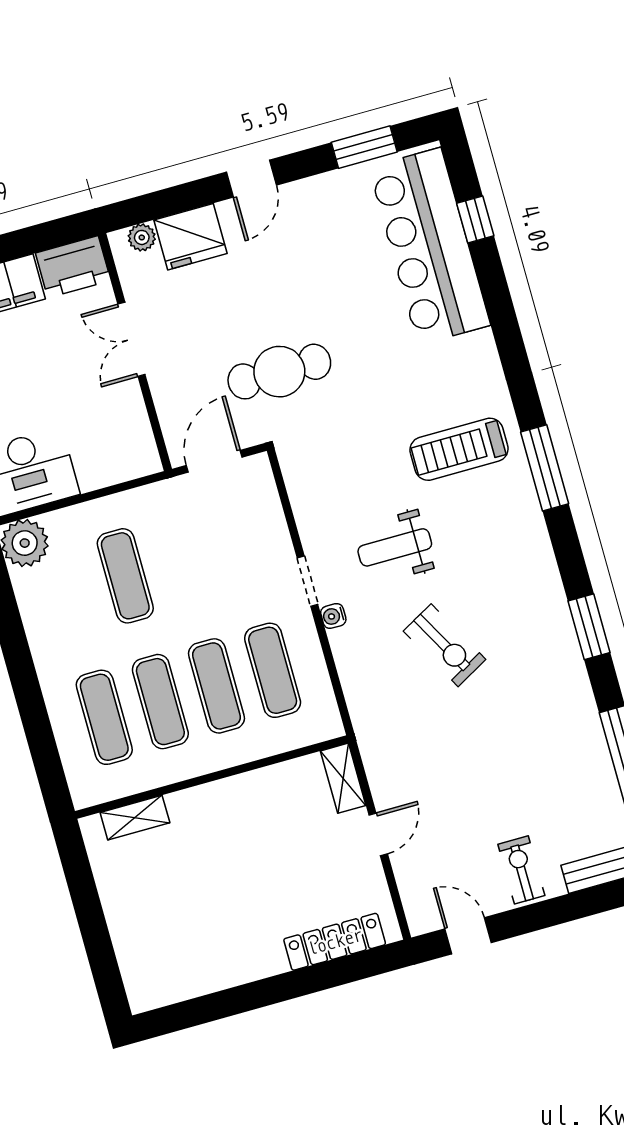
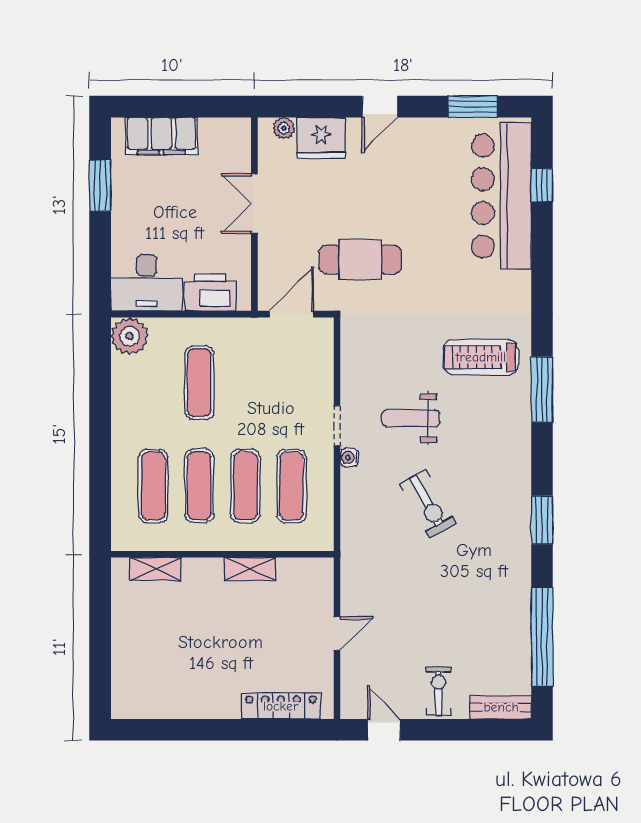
printer: (73, 267) -> (210, 292), moved, turned 180
shelving: (343, 778) -> (250, 569), moved, turned 90

